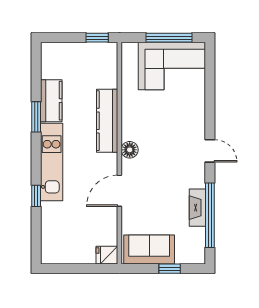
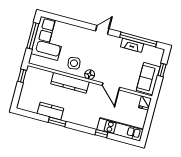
side table: (142, 119) -> (74, 63), added
kitchen unit: (52, 162) -> (120, 129), moved

